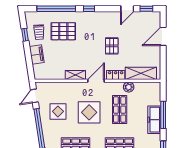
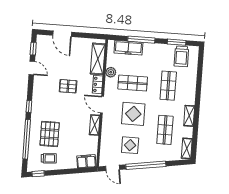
window: (25, 35) -> (38, 174), moved
filing cabinet: (37, 54) -> (86, 161), moved
freezer: (154, 120) -> (128, 48), moved

